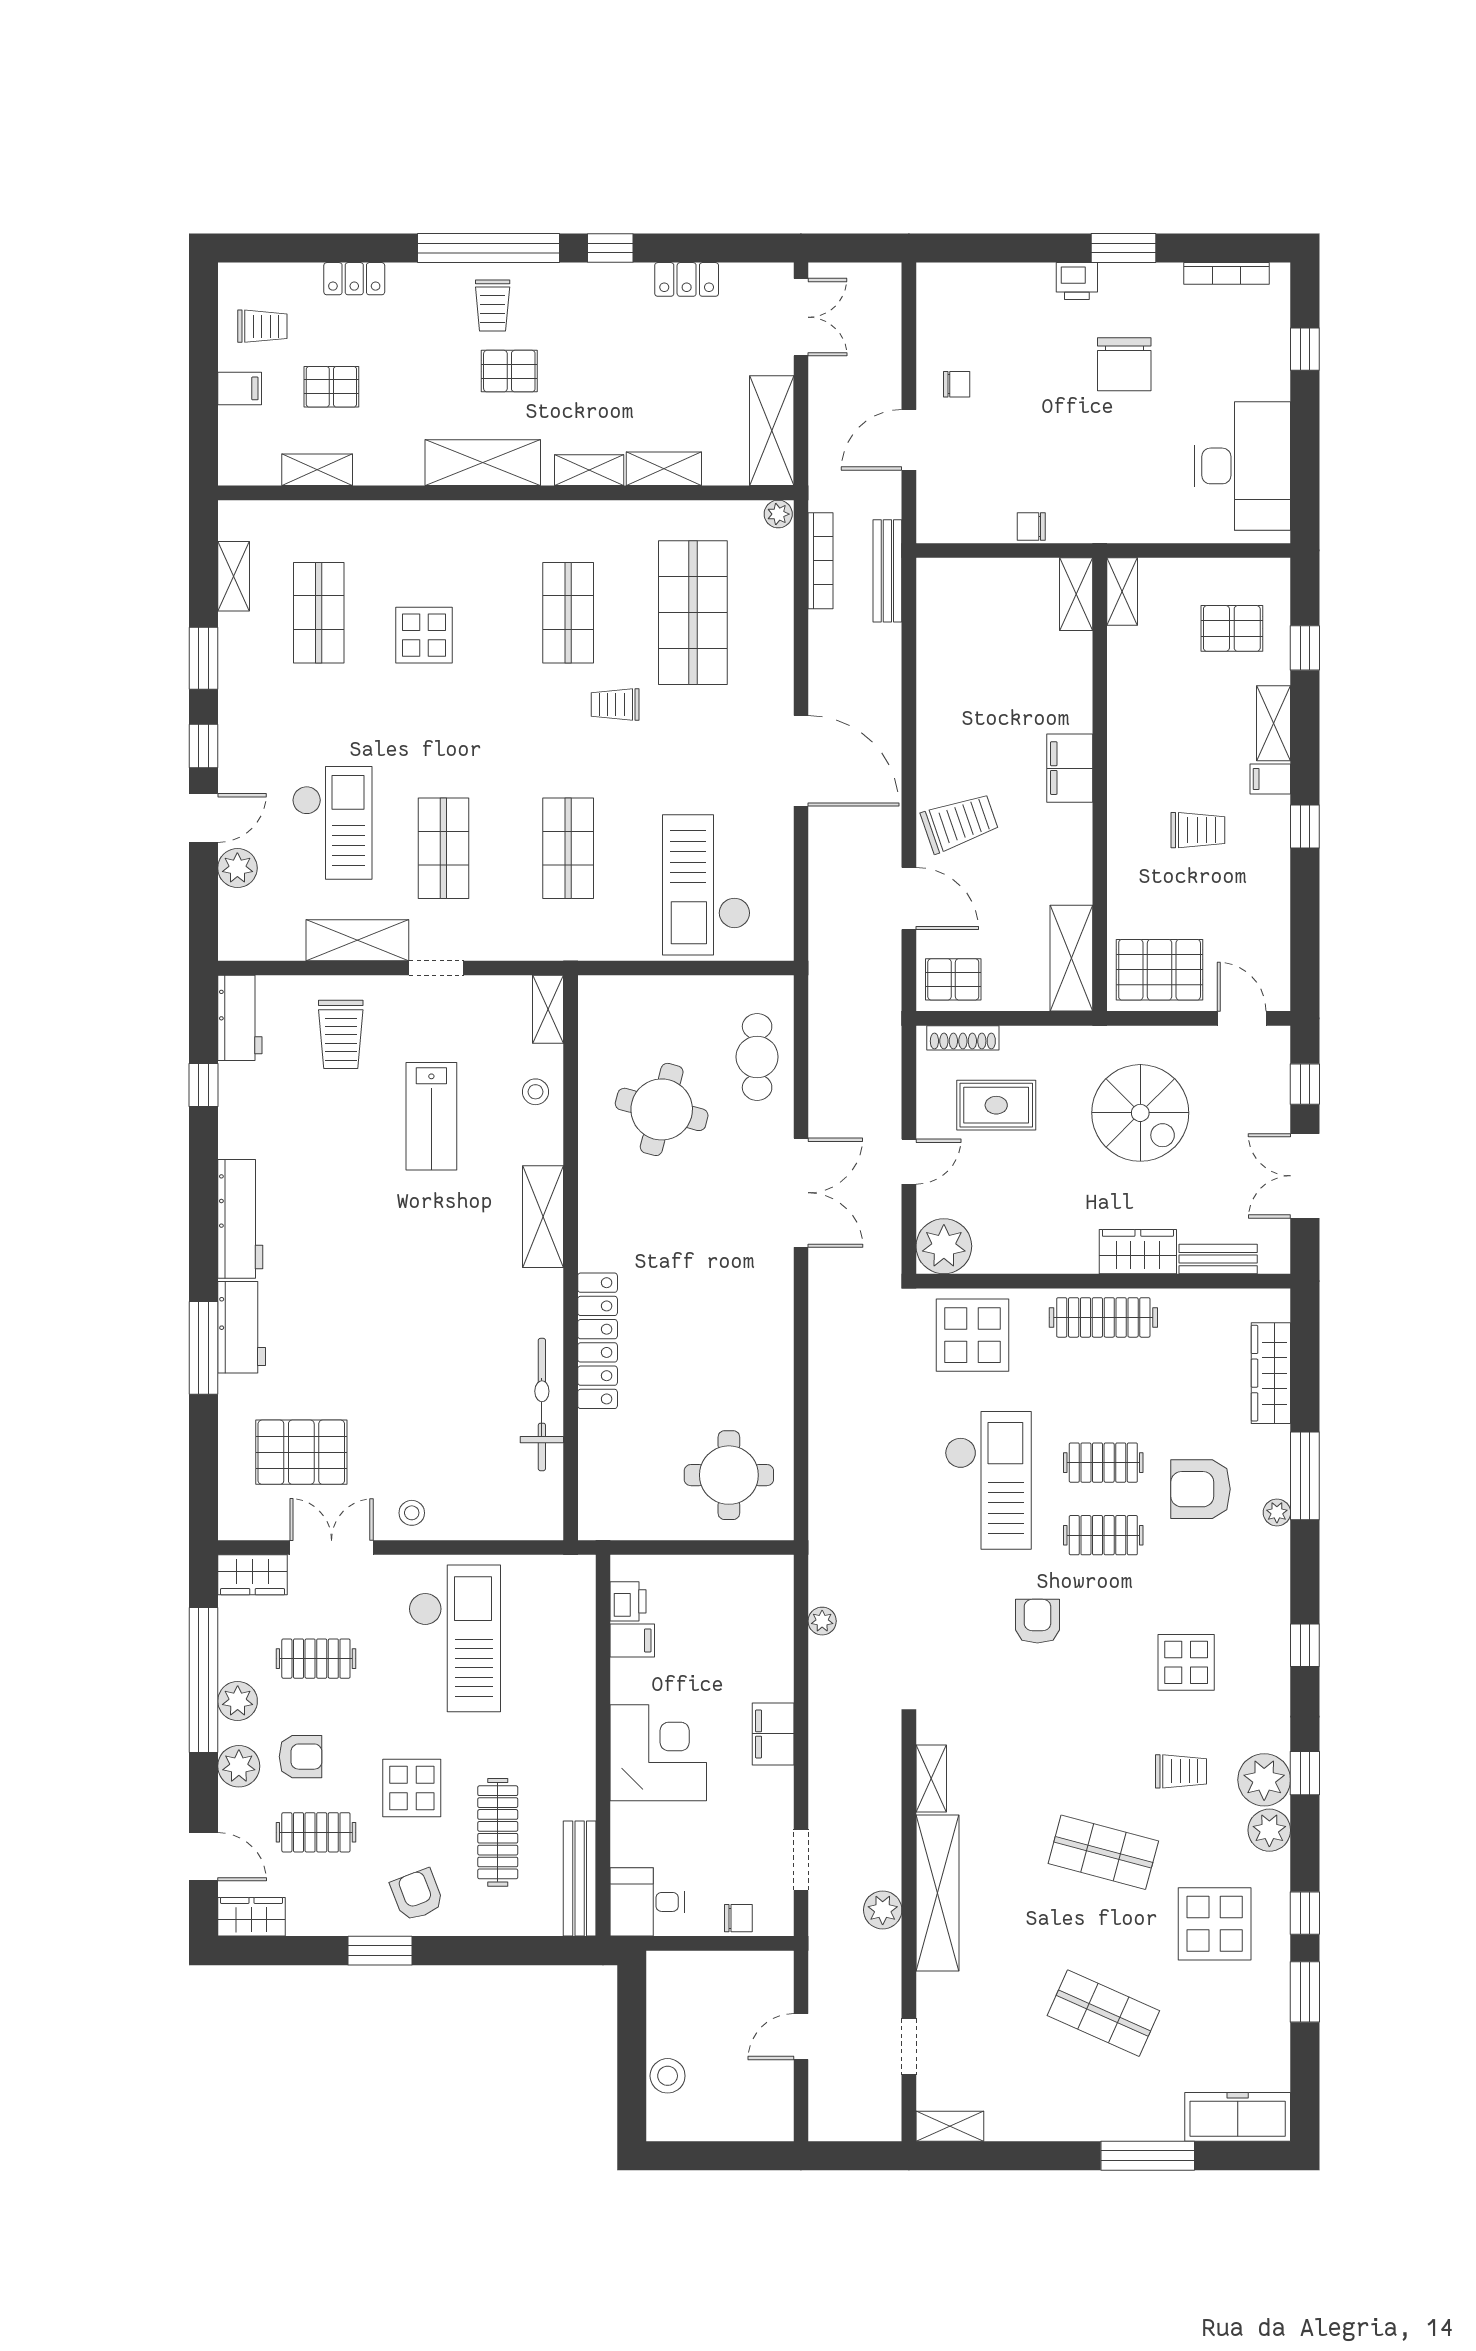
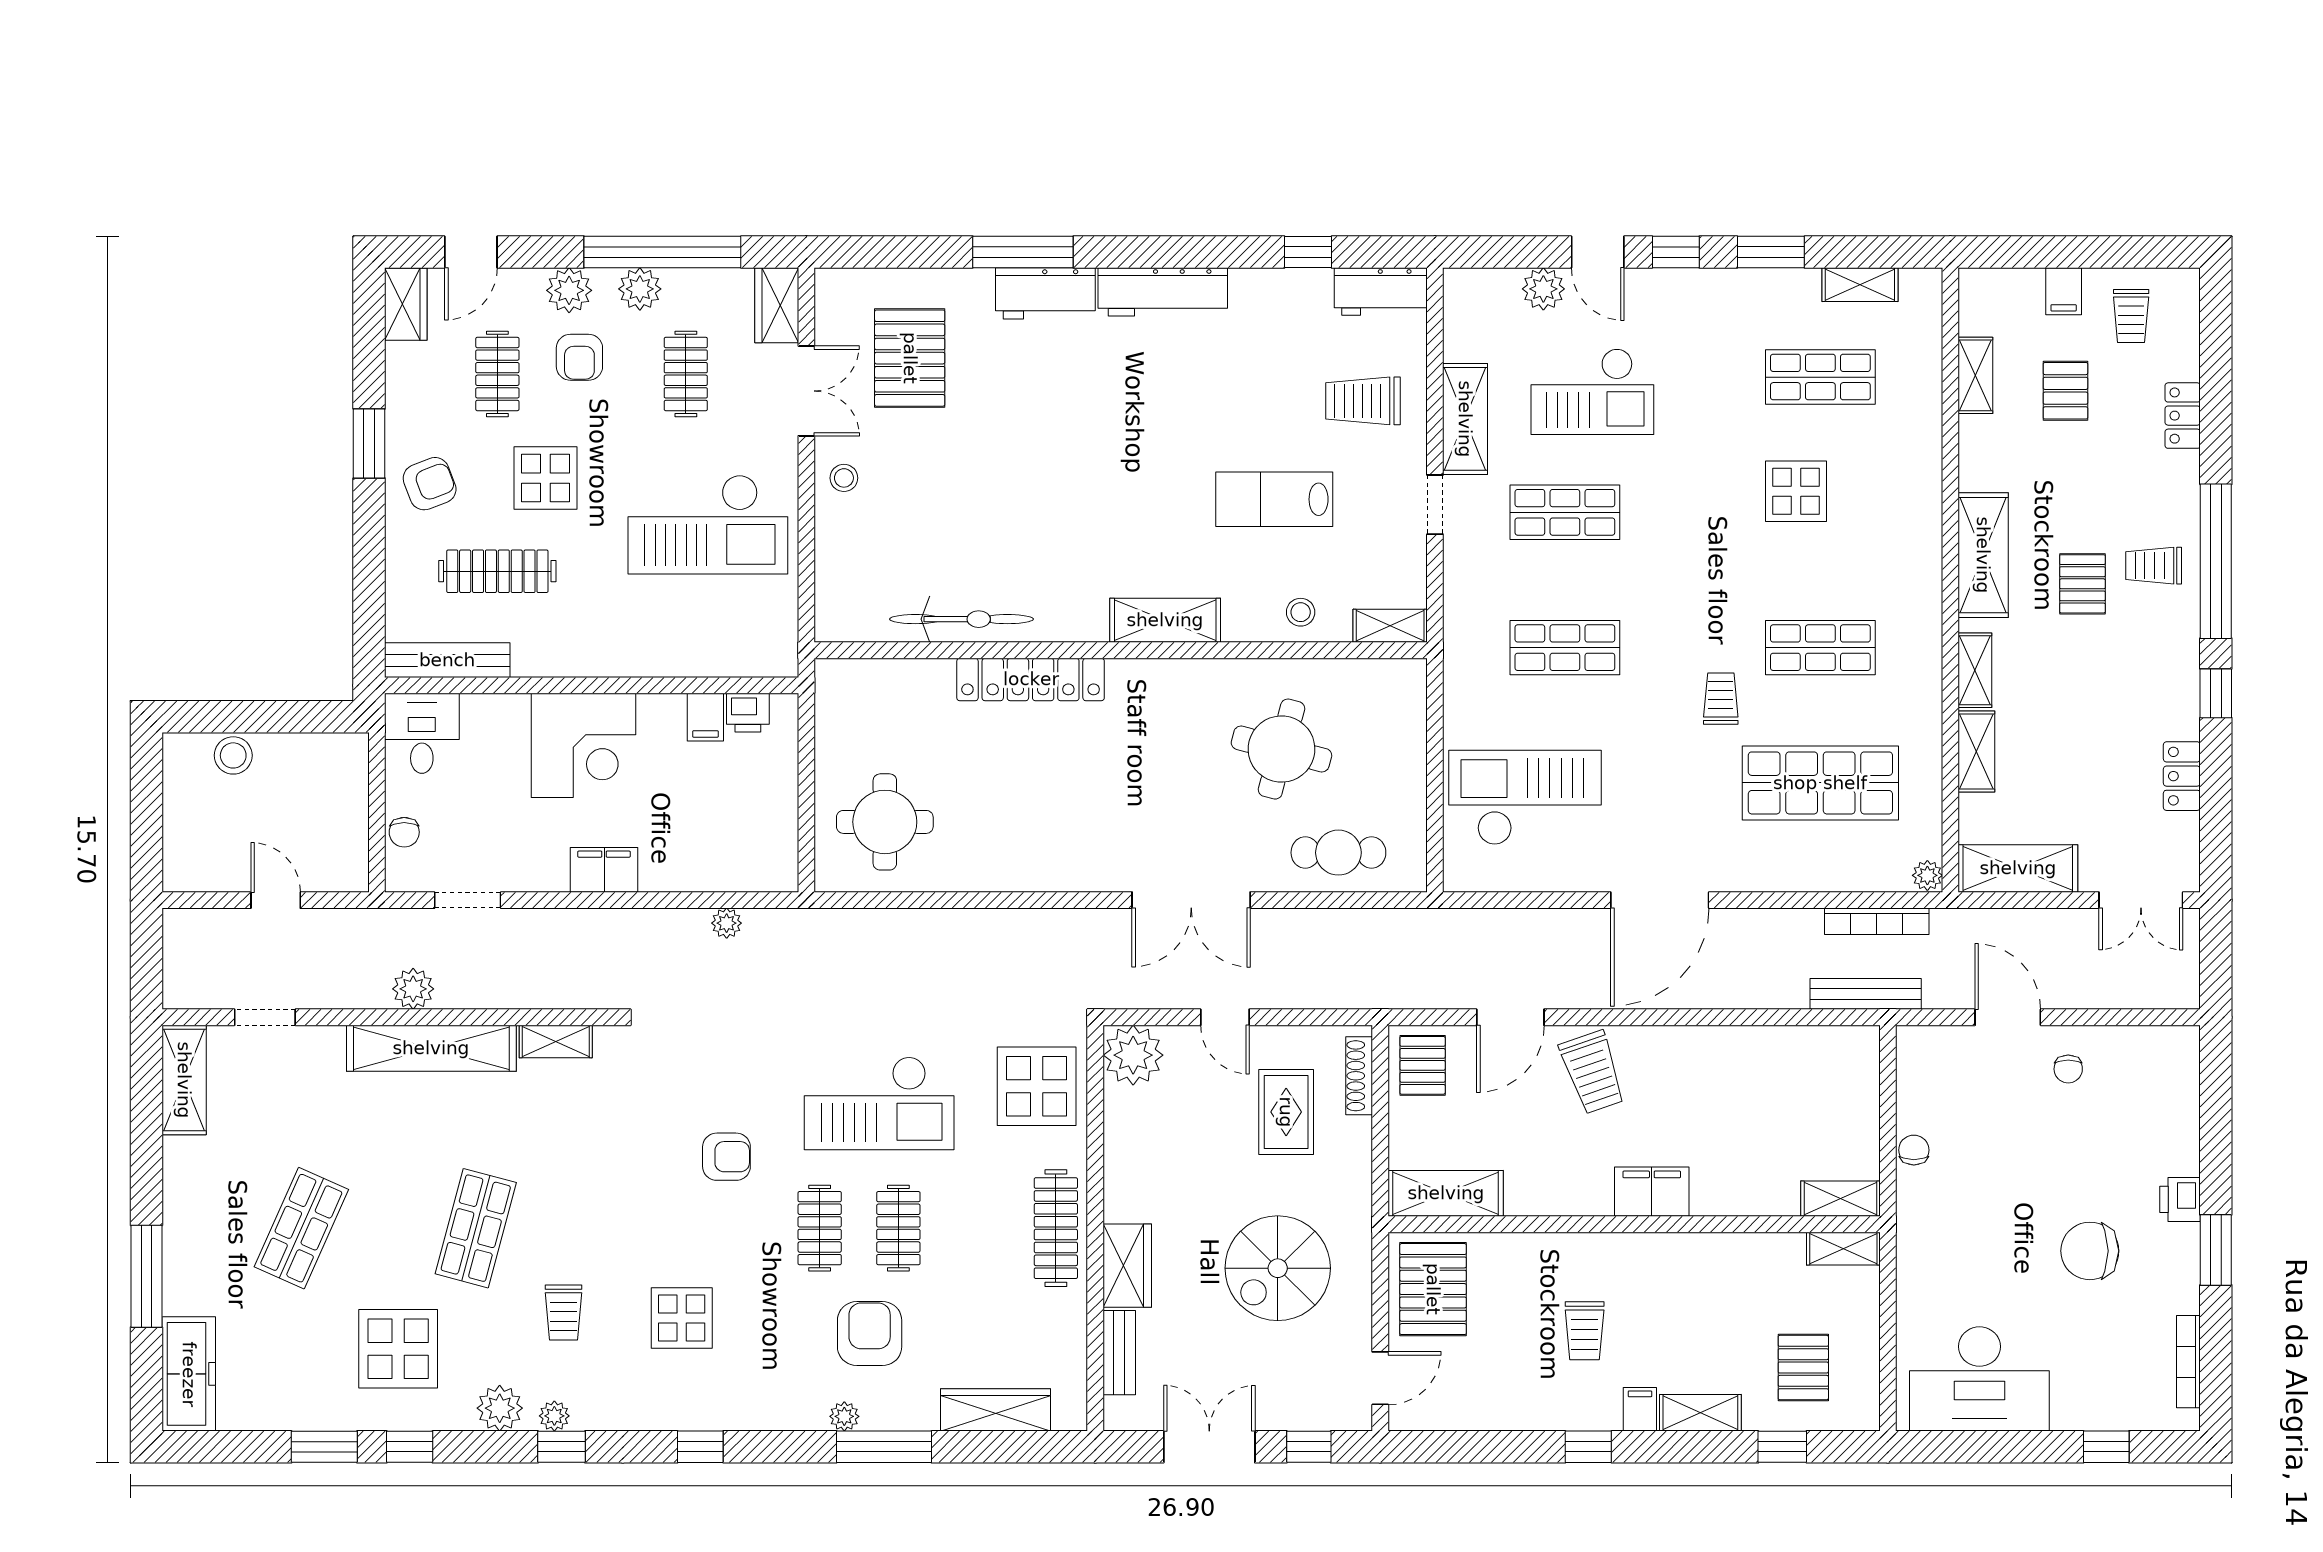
plant: (1264, 1780) -> (554, 1416), width x0.53, depth x0.53
shelving: (950, 2126) -> (184, 1080), width x1.50, depth x1.33

